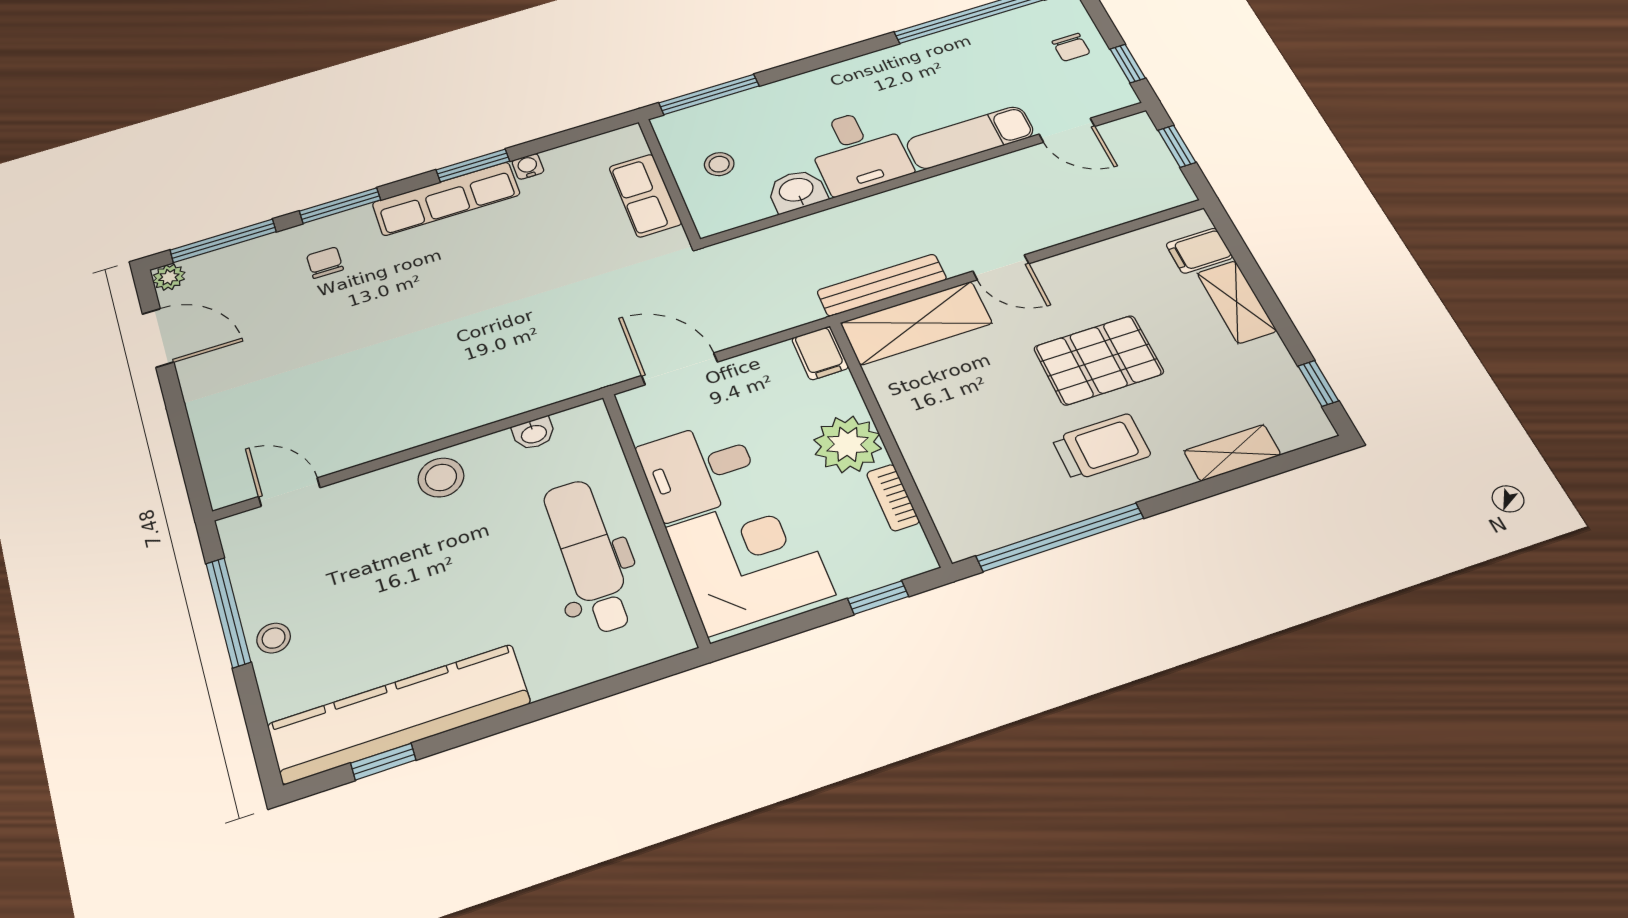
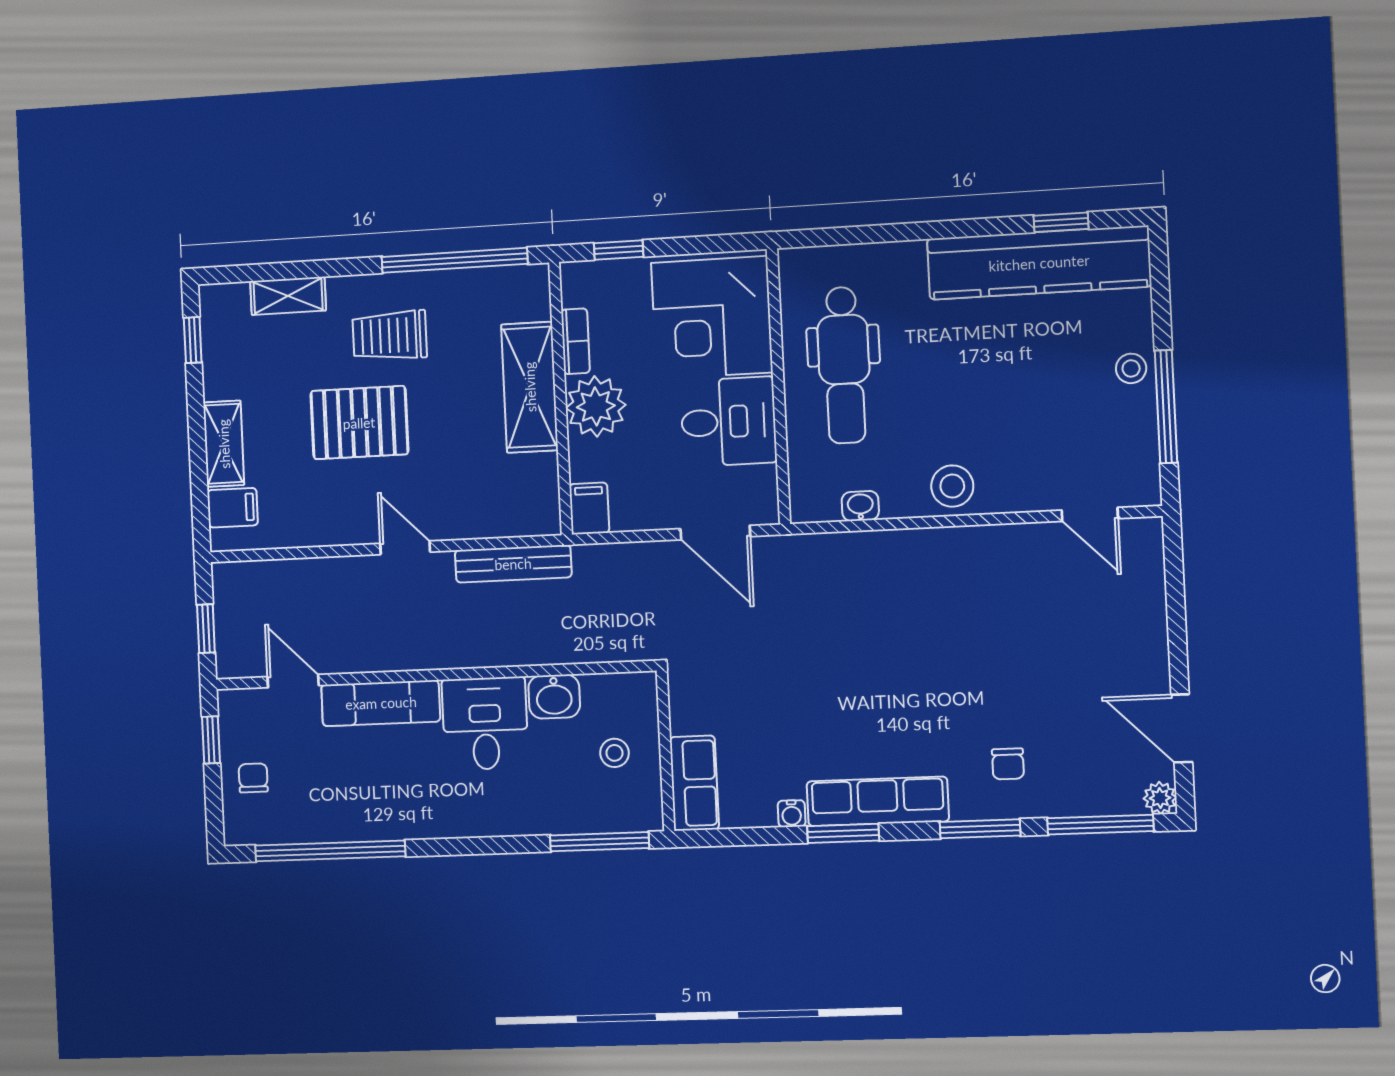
row of seats: (645, 195) -> (694, 783), moved
shelving: (916, 323) -> (530, 387), moved, turned 90

